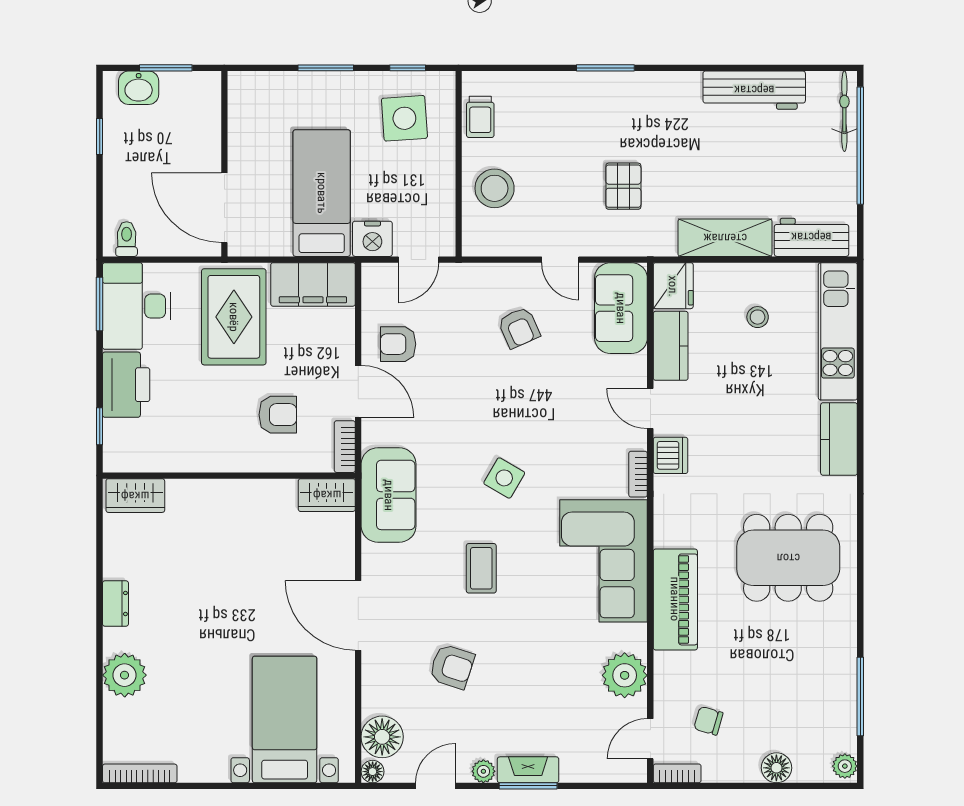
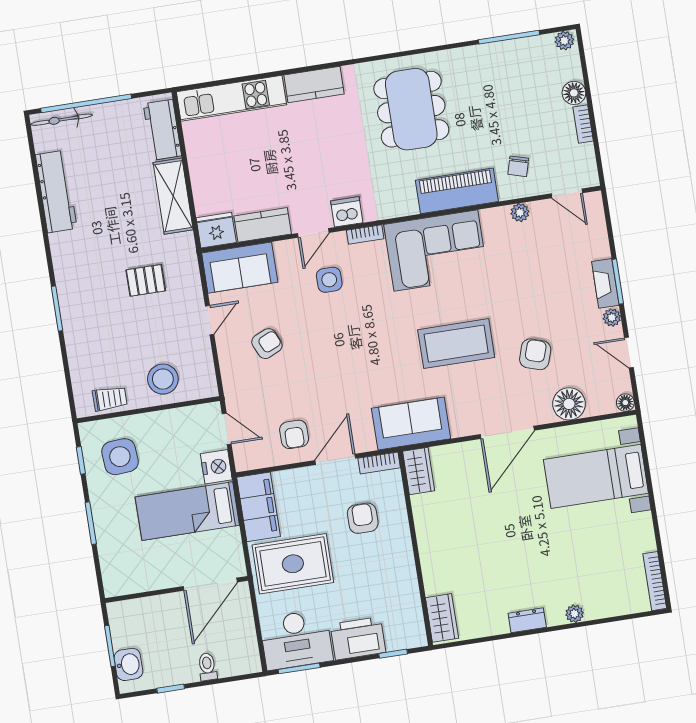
toilet: (127, 239) -> (207, 667), moved, turned 90
stool: (758, 317) -> (230, 162), removed
side table: (504, 478) -> (329, 280), moved, turned -30
coffee table: (481, 568) -> (456, 344), width x1.86, depth x1.72
plant: (125, 675) -> (574, 614), width x0.53, depth x0.53
plant: (625, 675) -> (520, 212), width x0.53, depth x0.53
chair: (708, 721) -> (518, 166), moved
floor lamp: (382, 737) -> (569, 404), moved
bookcase: (677, 773) -> (583, 124), moved

